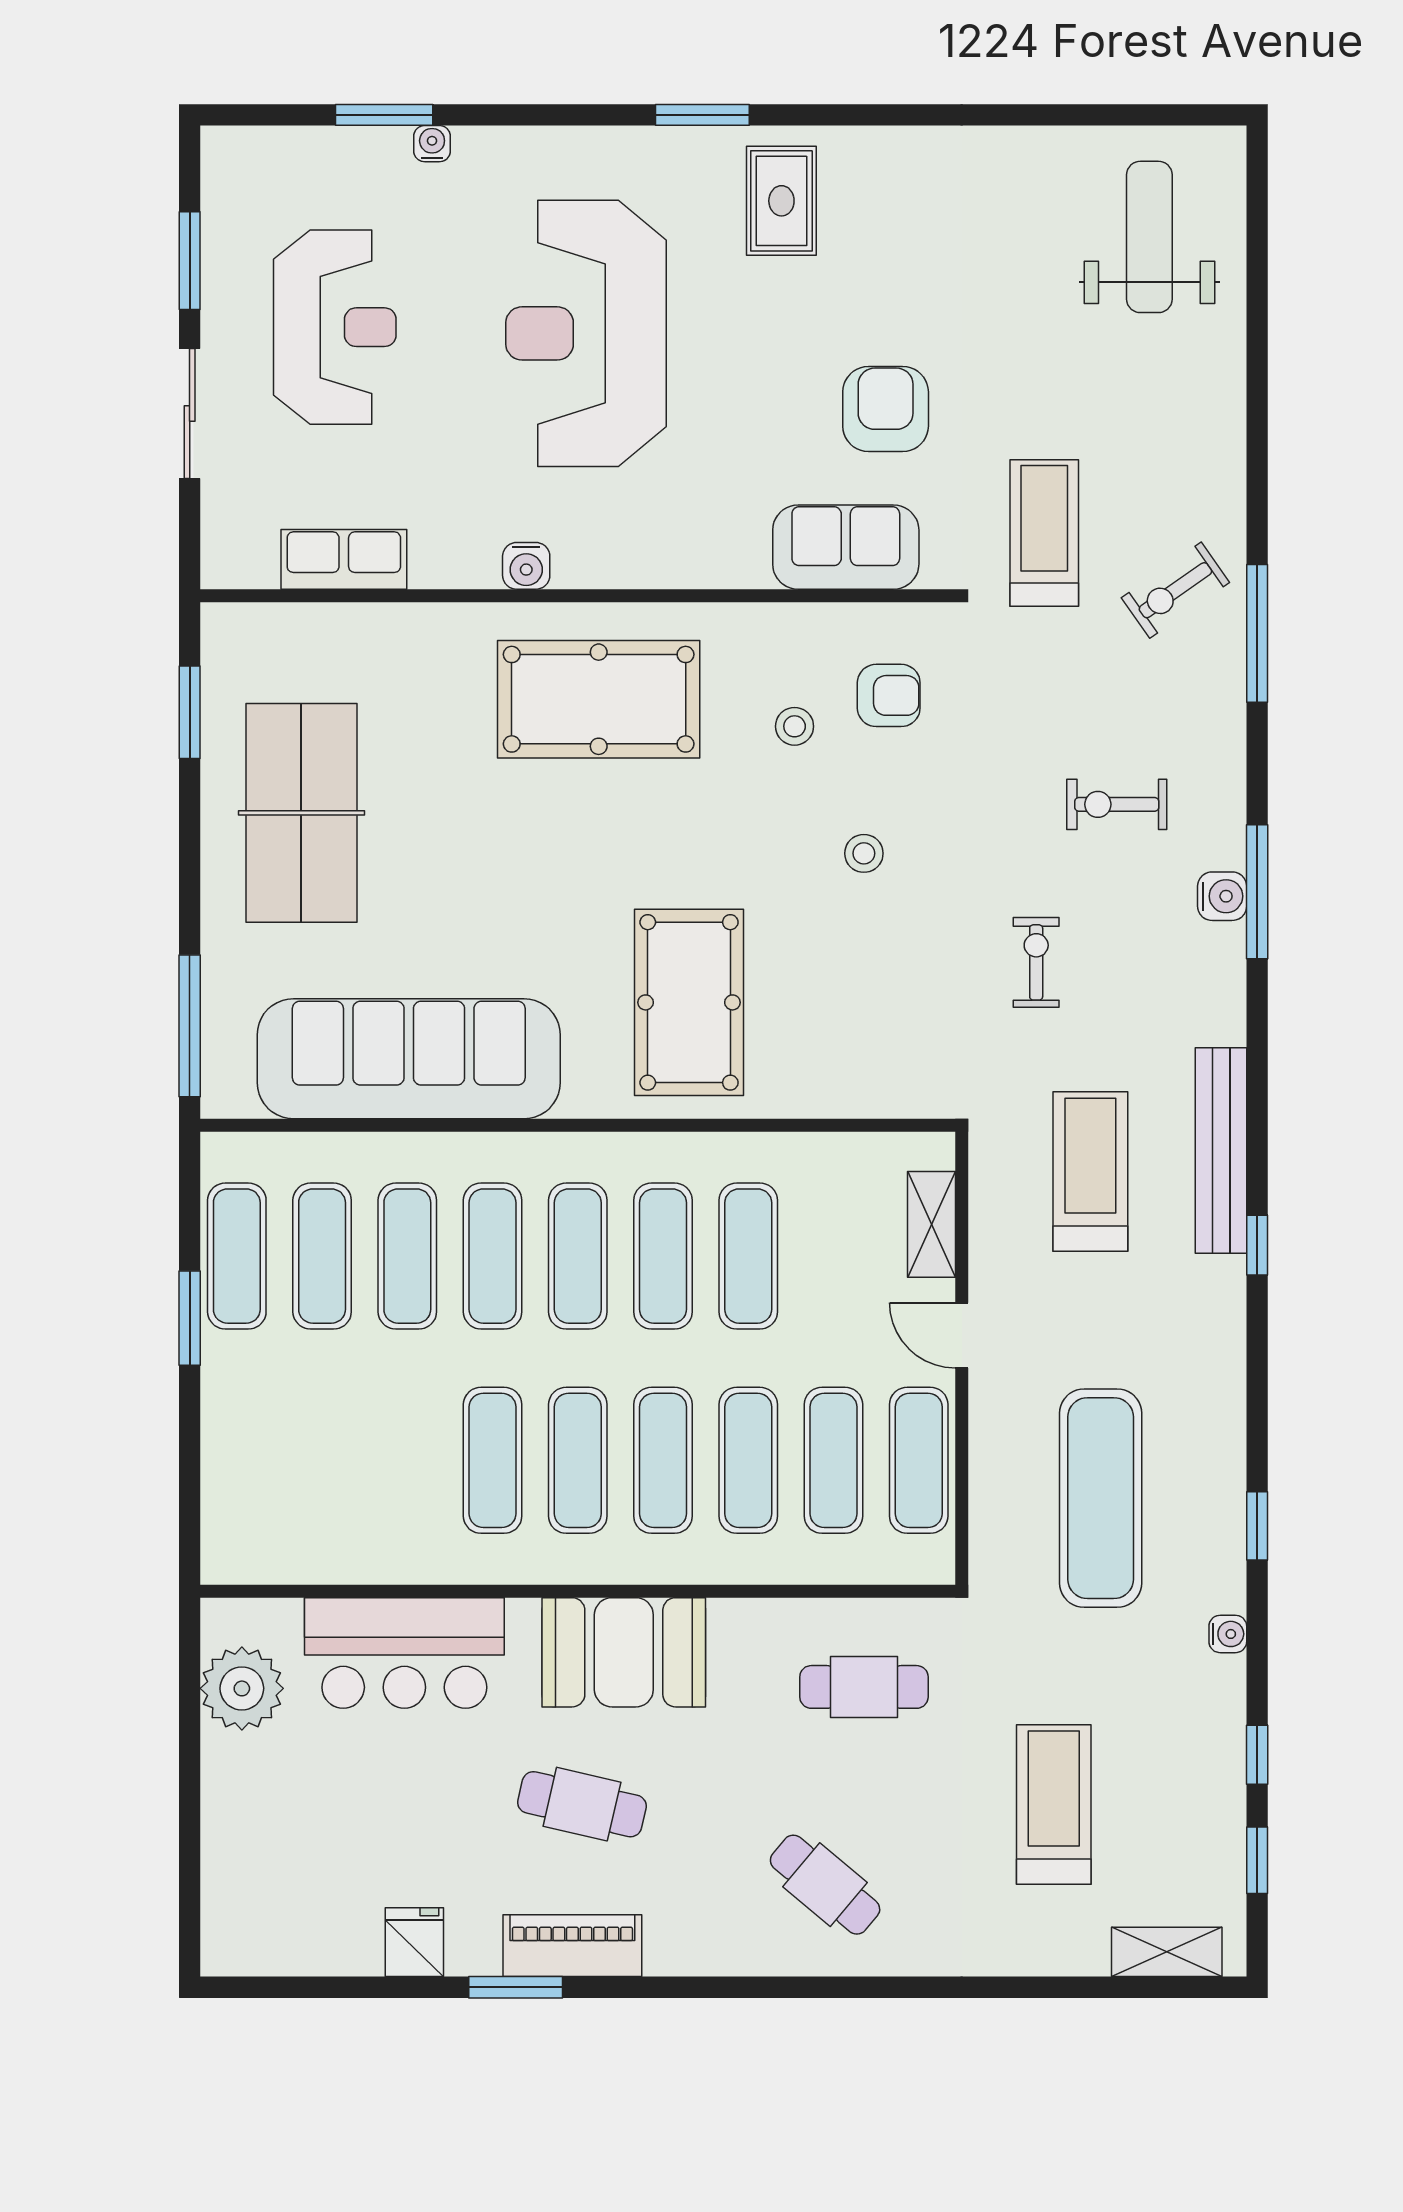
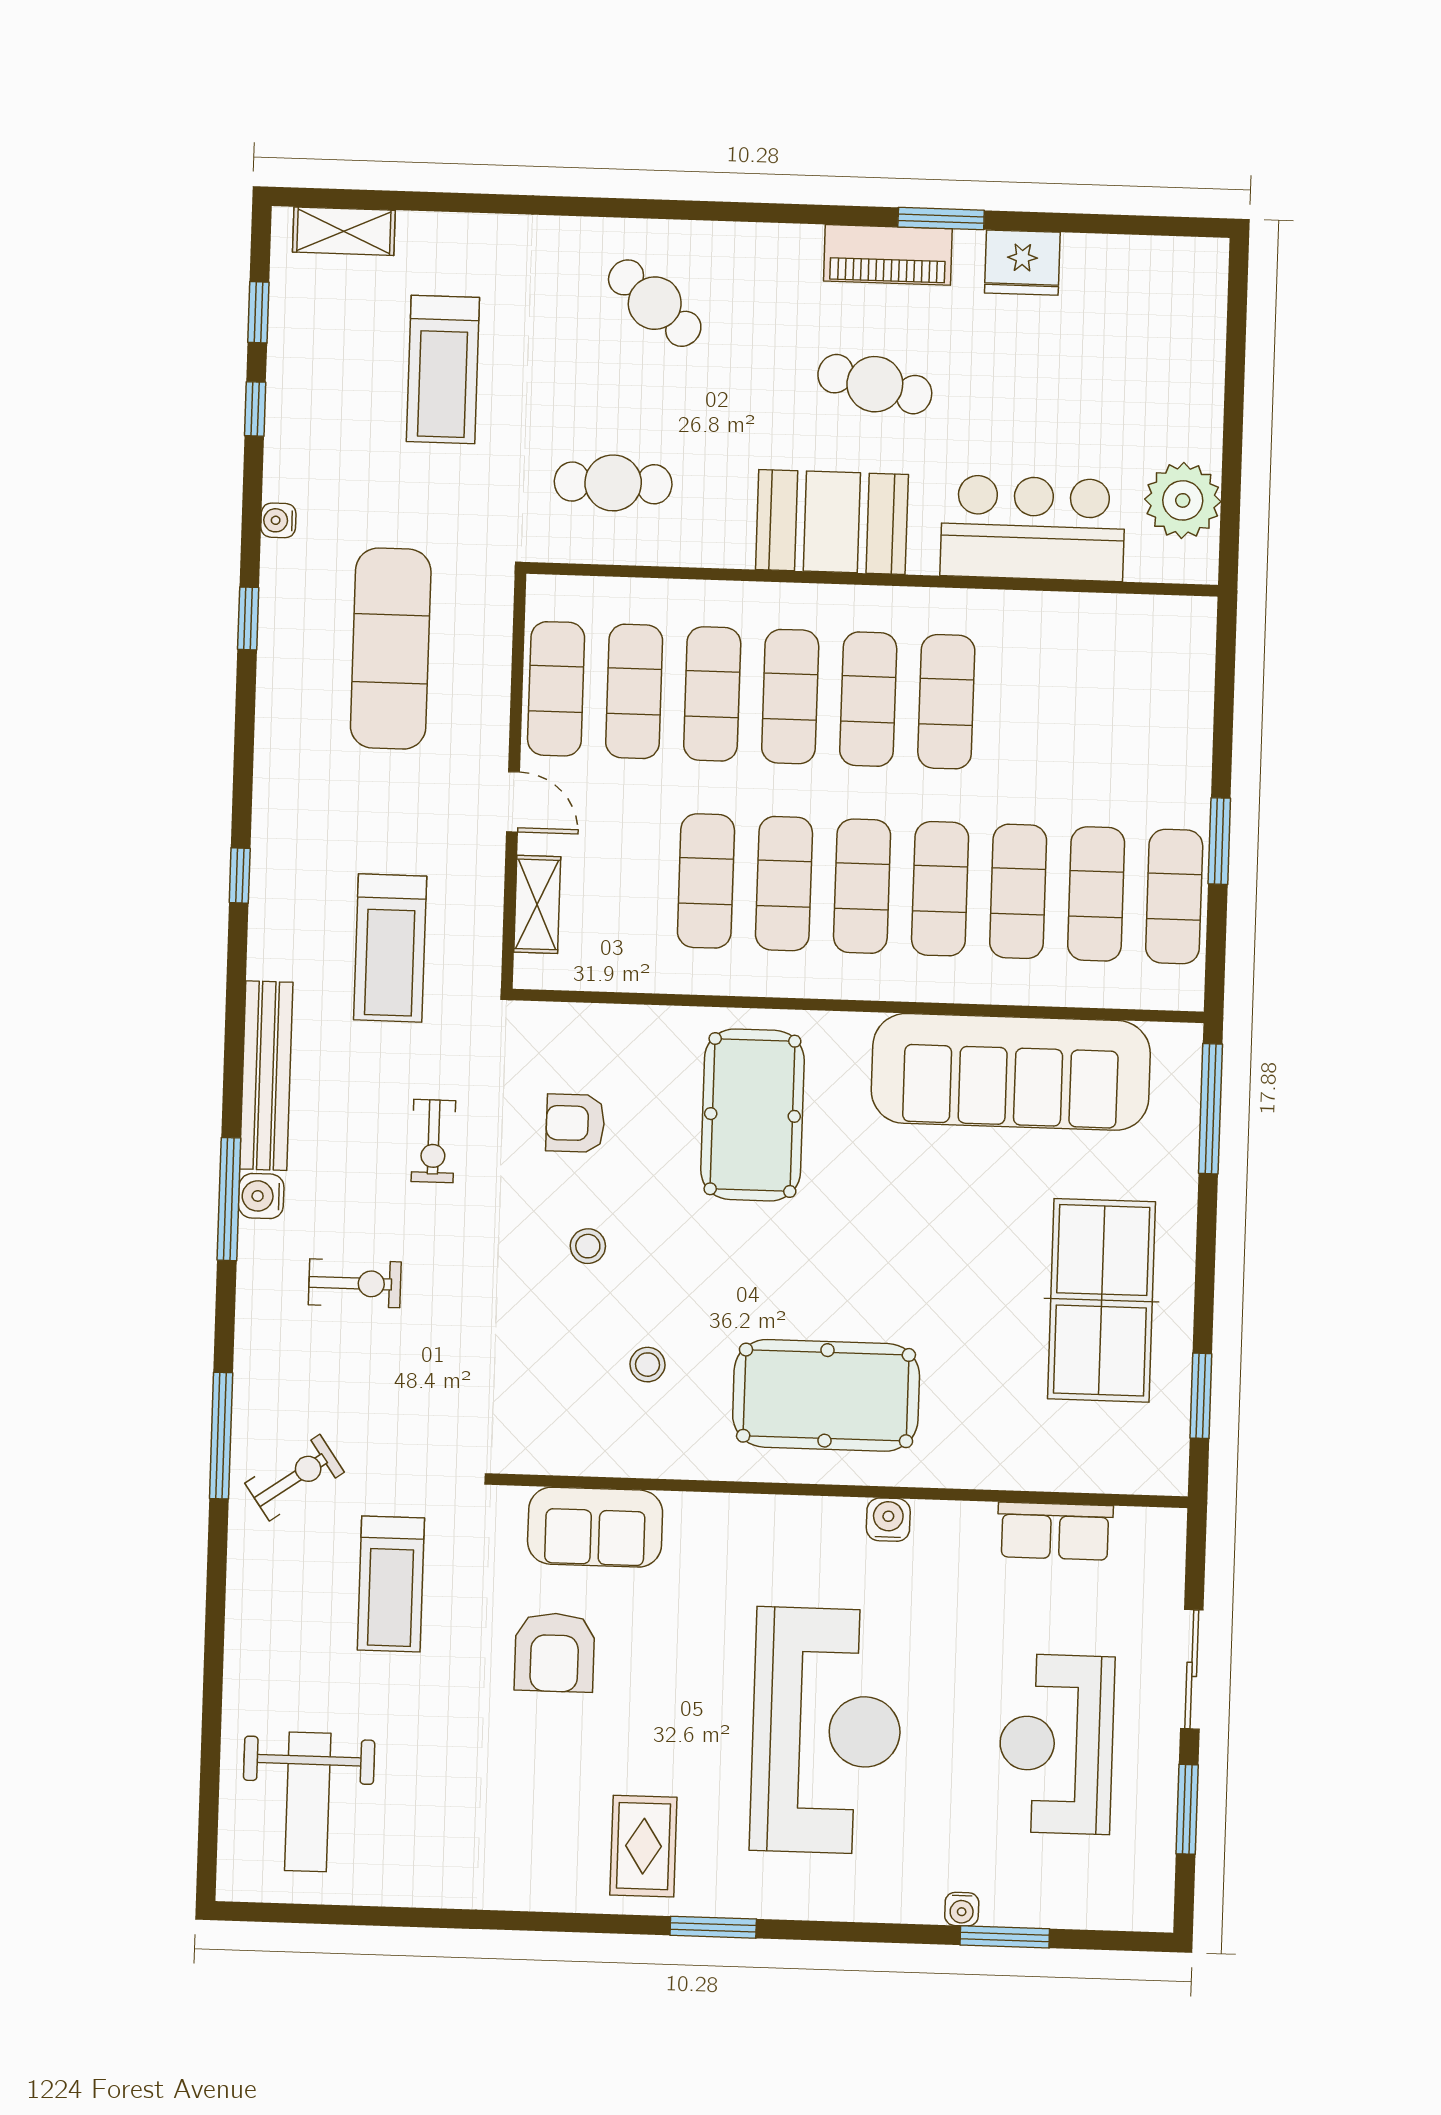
treadmill: (1044, 533) -> (391, 1584), moved
armchair: (889, 695) -> (575, 1123), moved
bench: (1221, 1150) -> (266, 1076), moved
fridge: (414, 1942) -> (1022, 263), width x1.38

